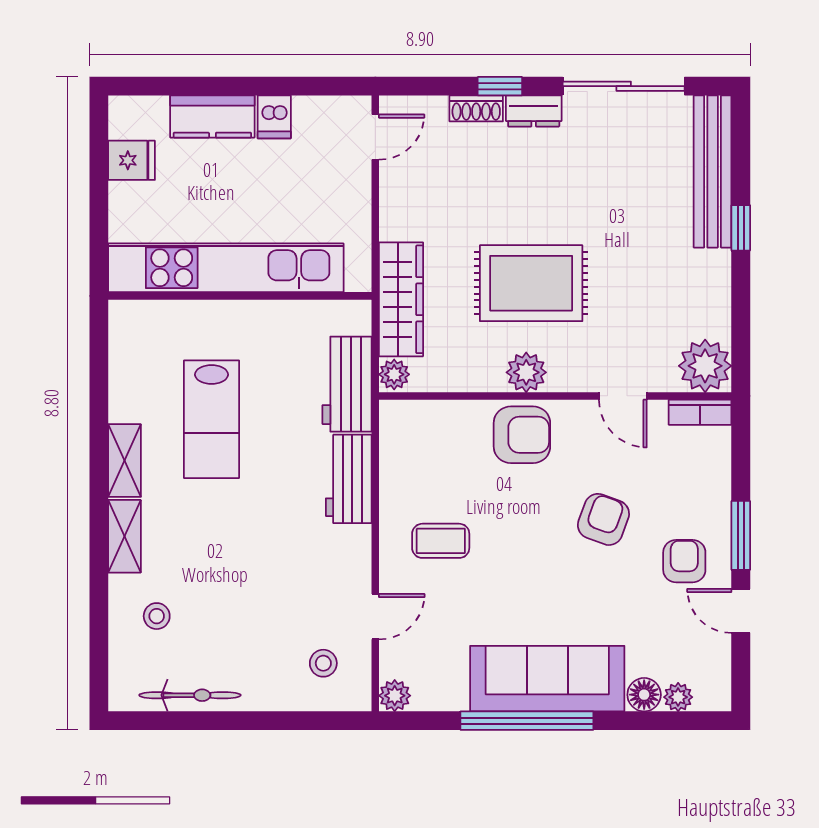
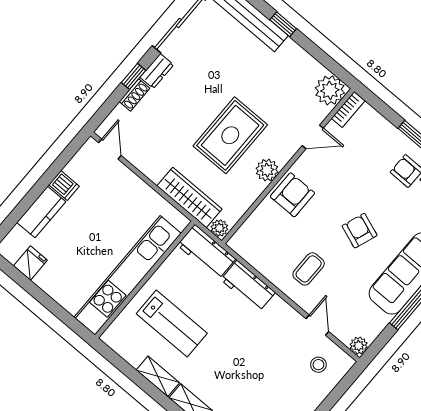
kitchen unit: (226, 268) -> (128, 275), moved
wall: (240, 296) -> (145, 280), moved
armchair: (603, 519) -> (360, 231), moved

